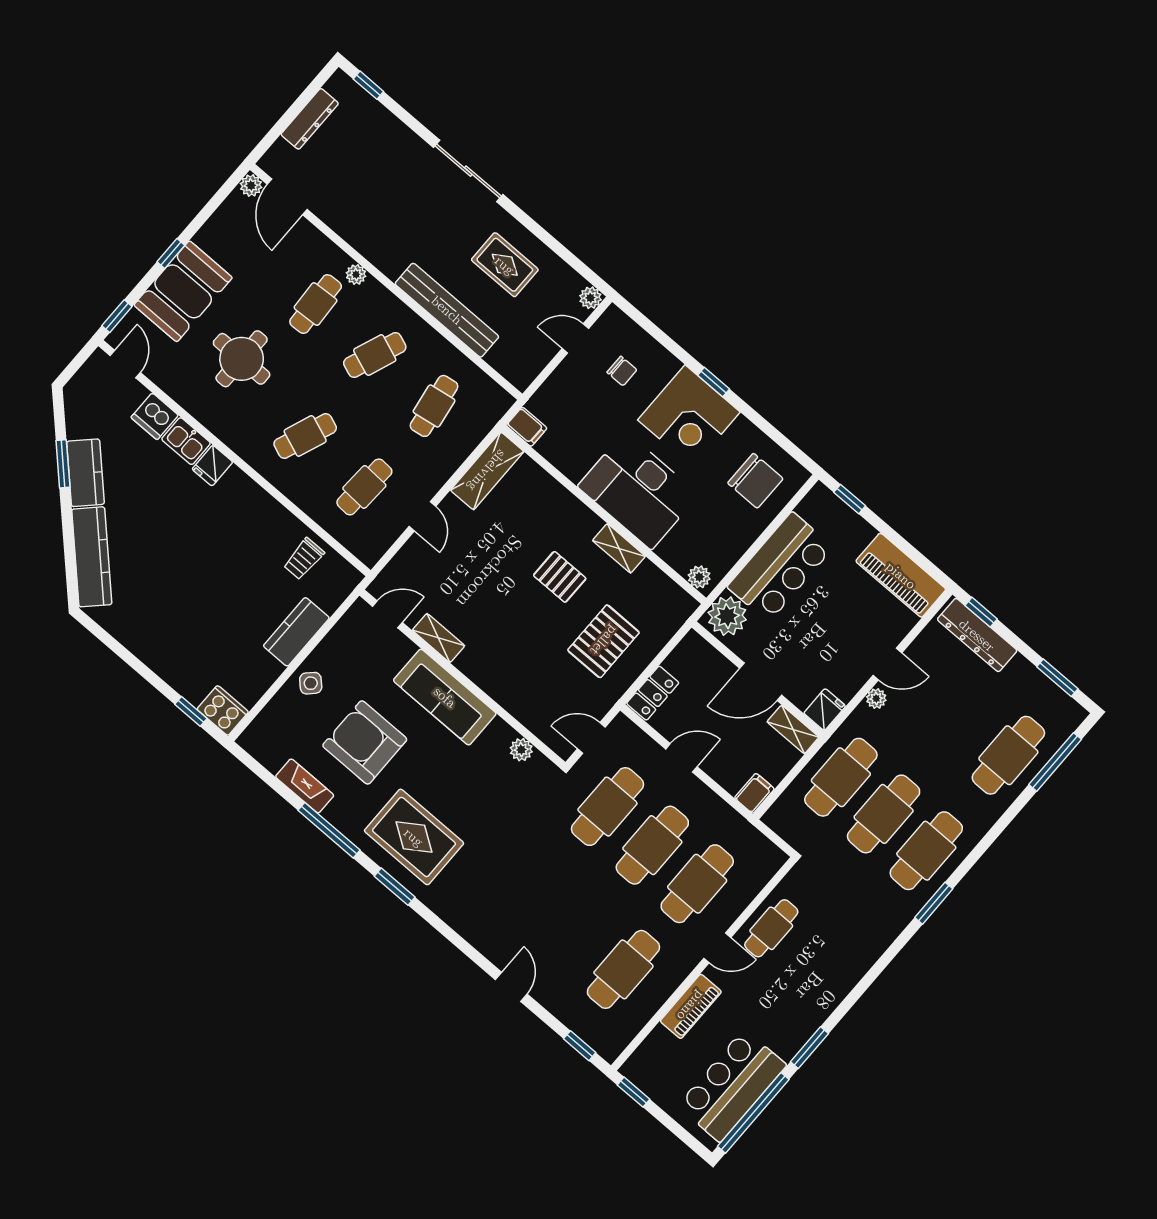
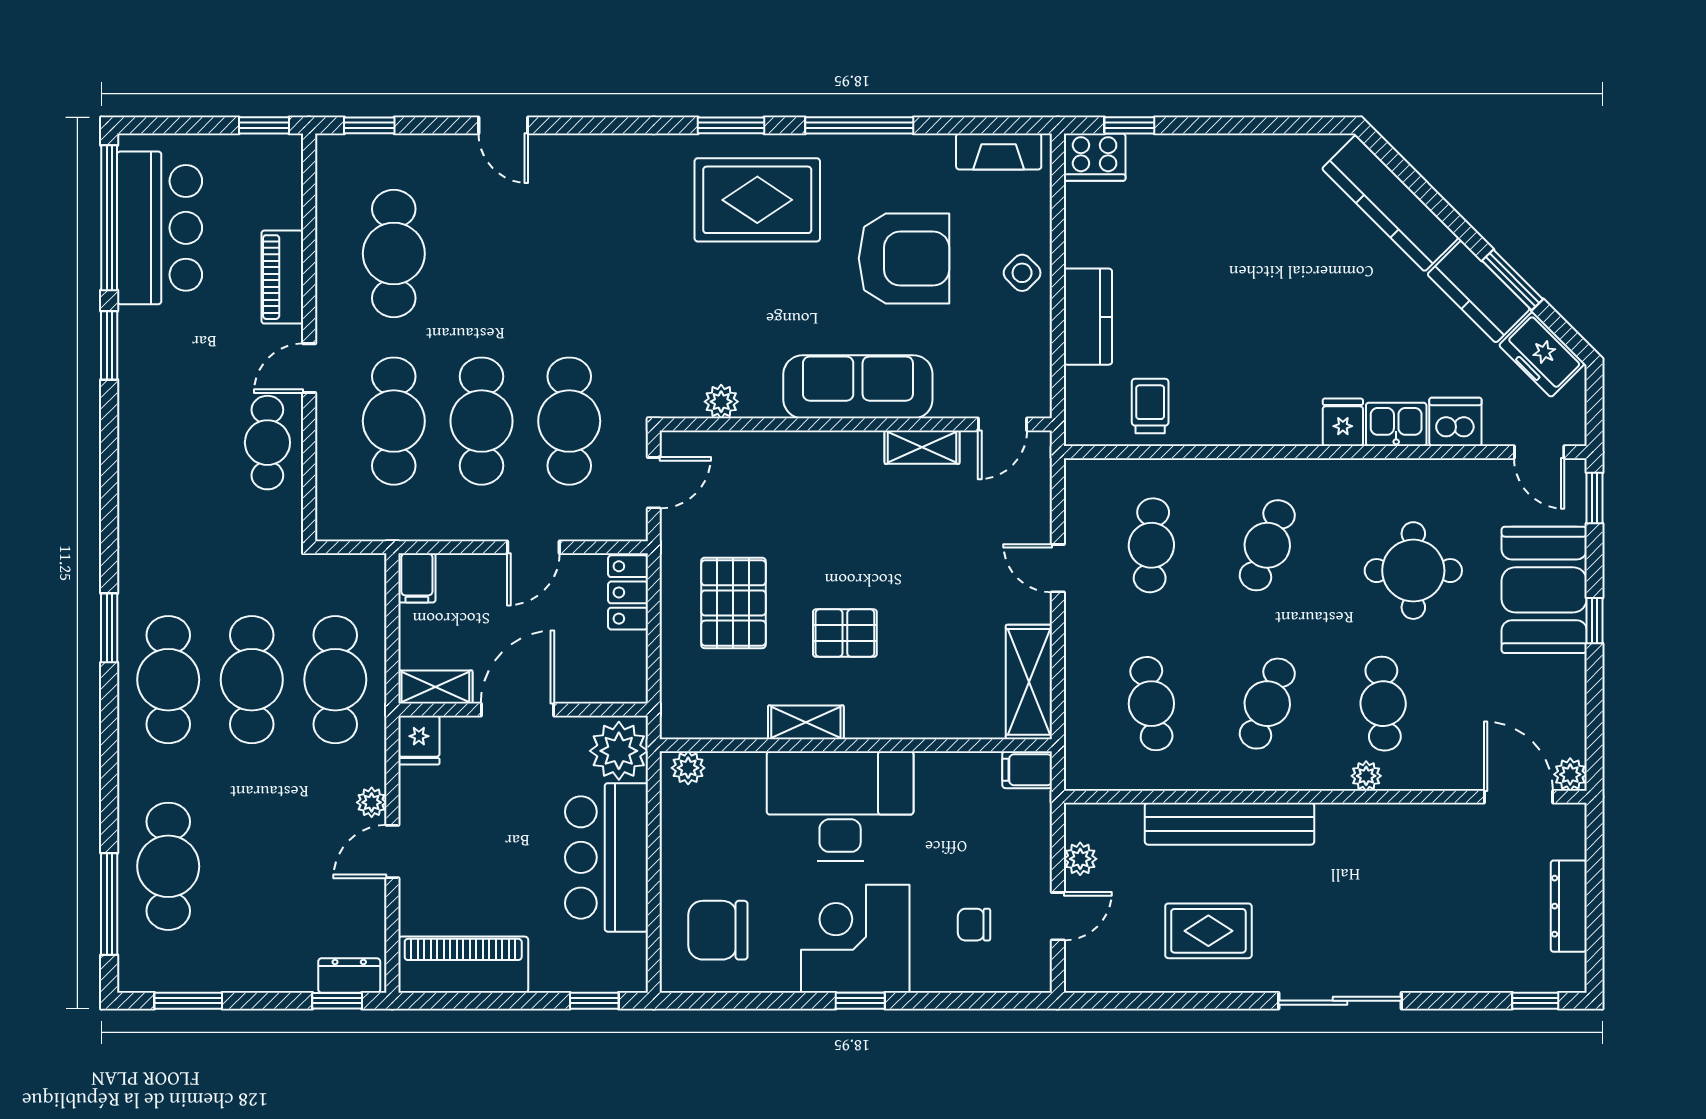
plant: (590, 298) -> (1080, 859), moved
freezer: (81, 413) -> (1542, 354), added
dresser: (977, 635) -> (349, 975), width x0.51, depth x0.80
fireplace: (305, 786) -> (999, 151), moved

